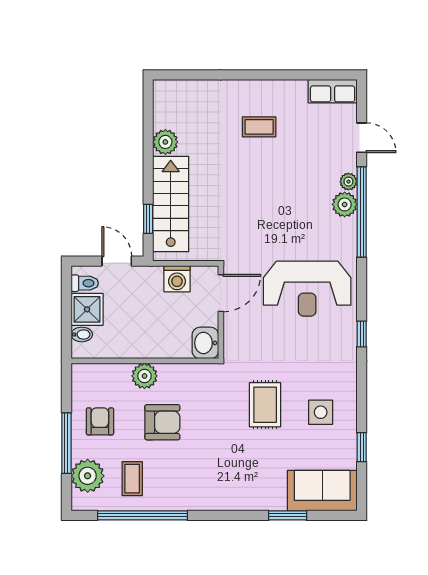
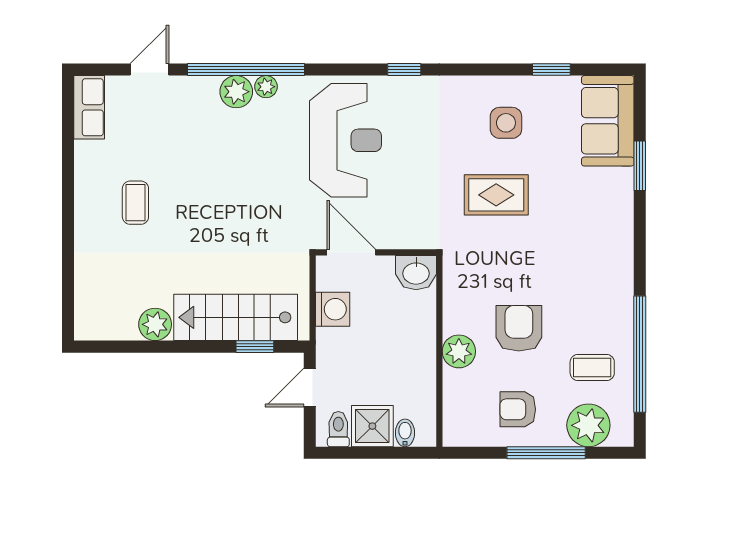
plant: (348, 182) -> (266, 87), moved

